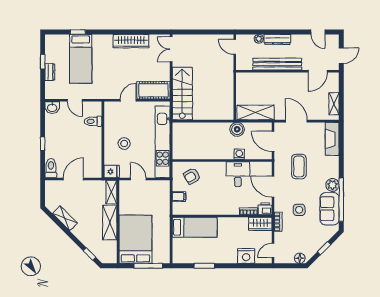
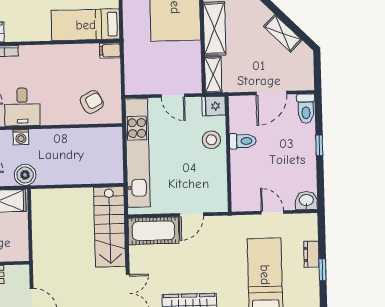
toilet: (93, 121) -> (243, 141), moved
stool: (124, 144) -> (211, 140), moved
filing cabinet: (179, 197) -> (110, 50), moved

